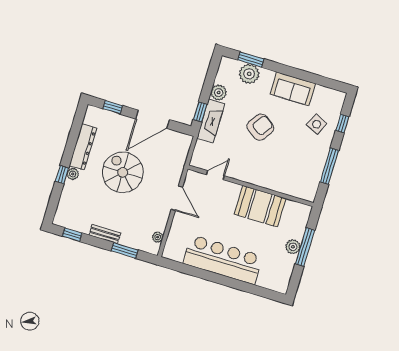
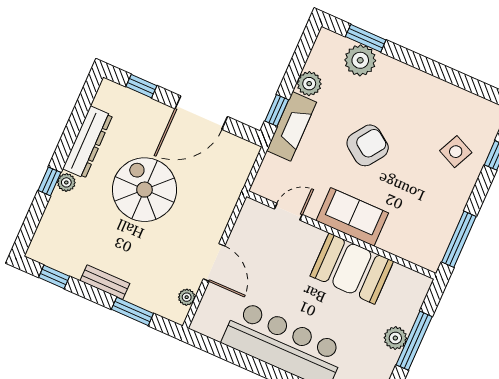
sofa: (293, 89) -> (352, 217), moved, turned 180
window: (329, 166) -> (459, 239), moved
door: (177, 198) -> (214, 262), moved

